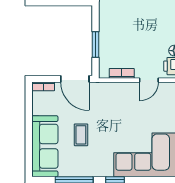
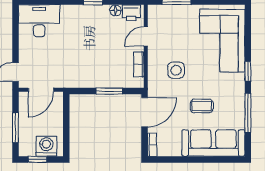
door: (149, 80) -> (146, 36), swing flipped
side table: (116, 110) -> (176, 70), added

